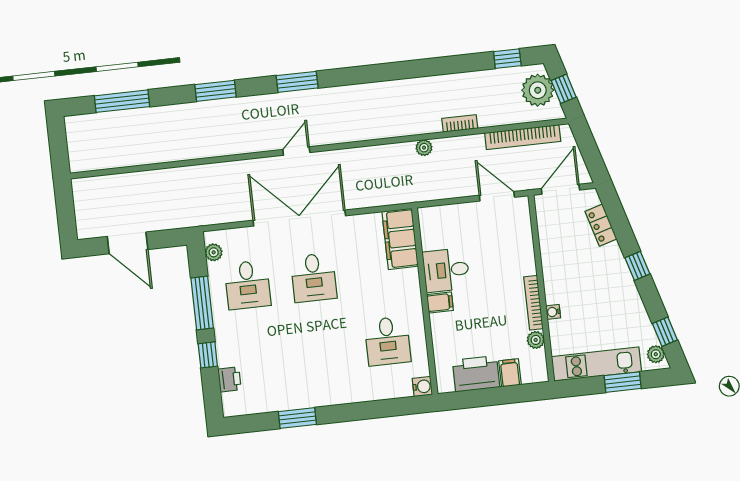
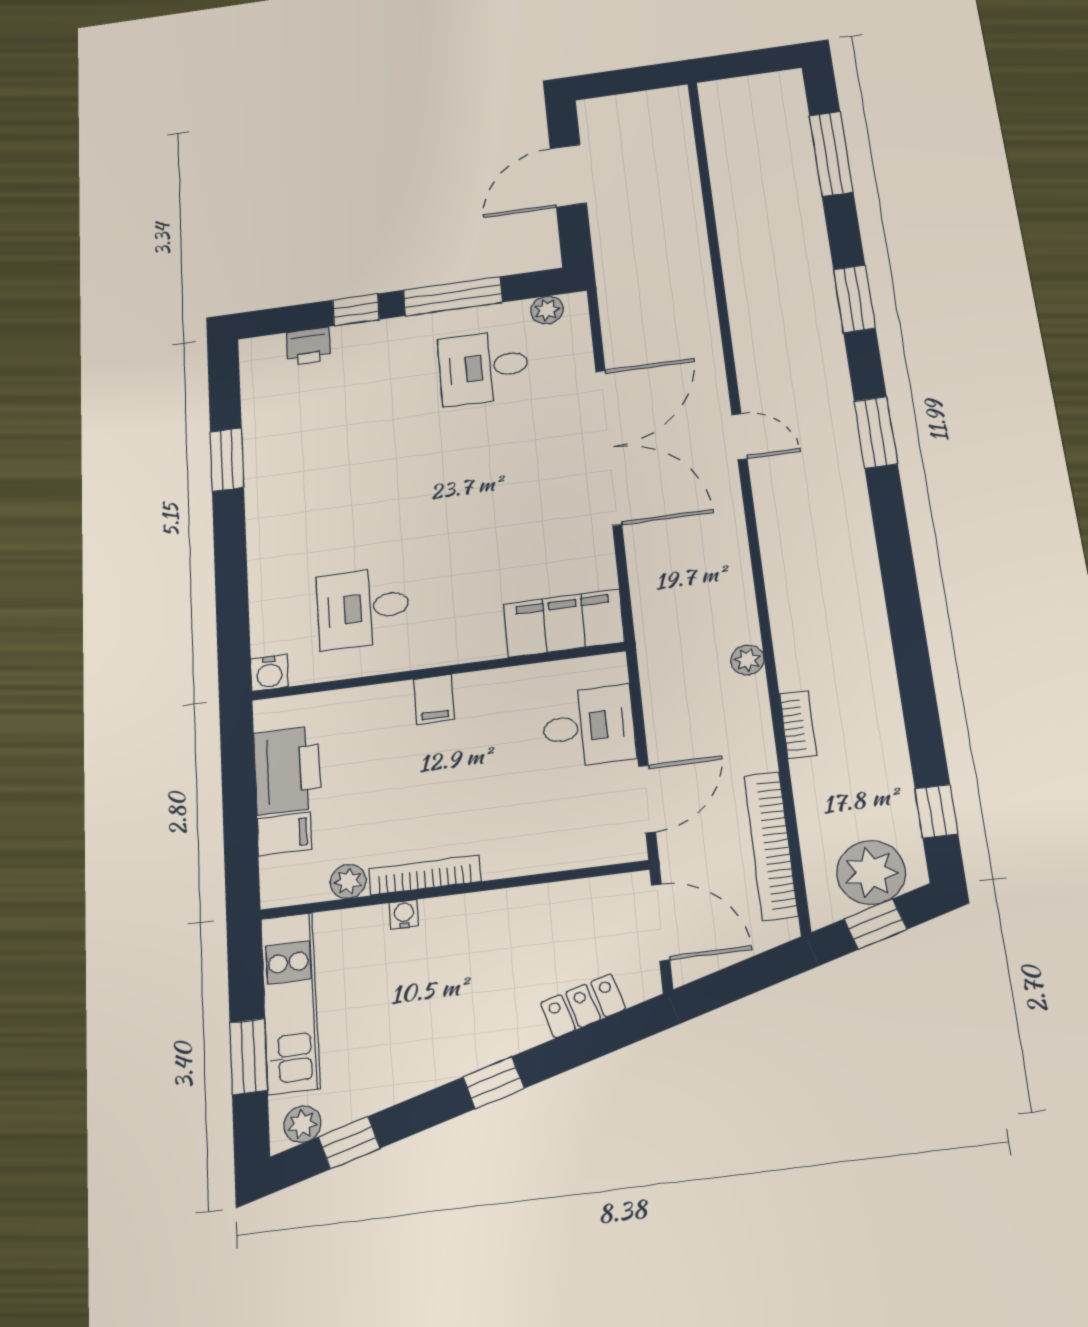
desk: (446, 270) -> (589, 726), moved, turned 90
desk: (314, 278) -> (493, 476), removed

